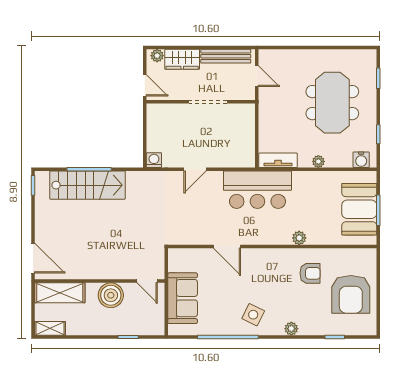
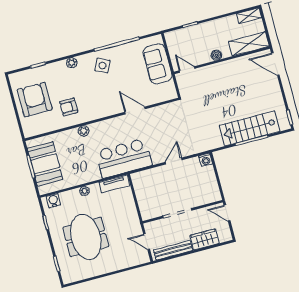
plant: (157, 56) -> (224, 237), removed
boiler: (111, 295) -> (216, 55), width x0.54, depth x0.54

